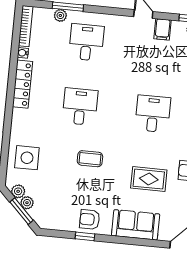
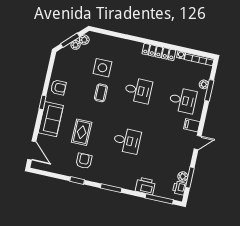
filing cabinet: (163, 29) -> (192, 125), moved
side table: (27, 158) -> (102, 68), moved
armchair: (90, 219) -> (58, 87), turned 90
window: (85, 236) -> (43, 102), moved

